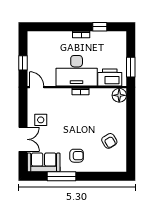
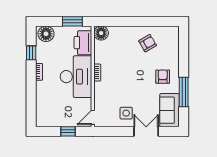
floor lamp: (119, 41) -> (46, 34), added

